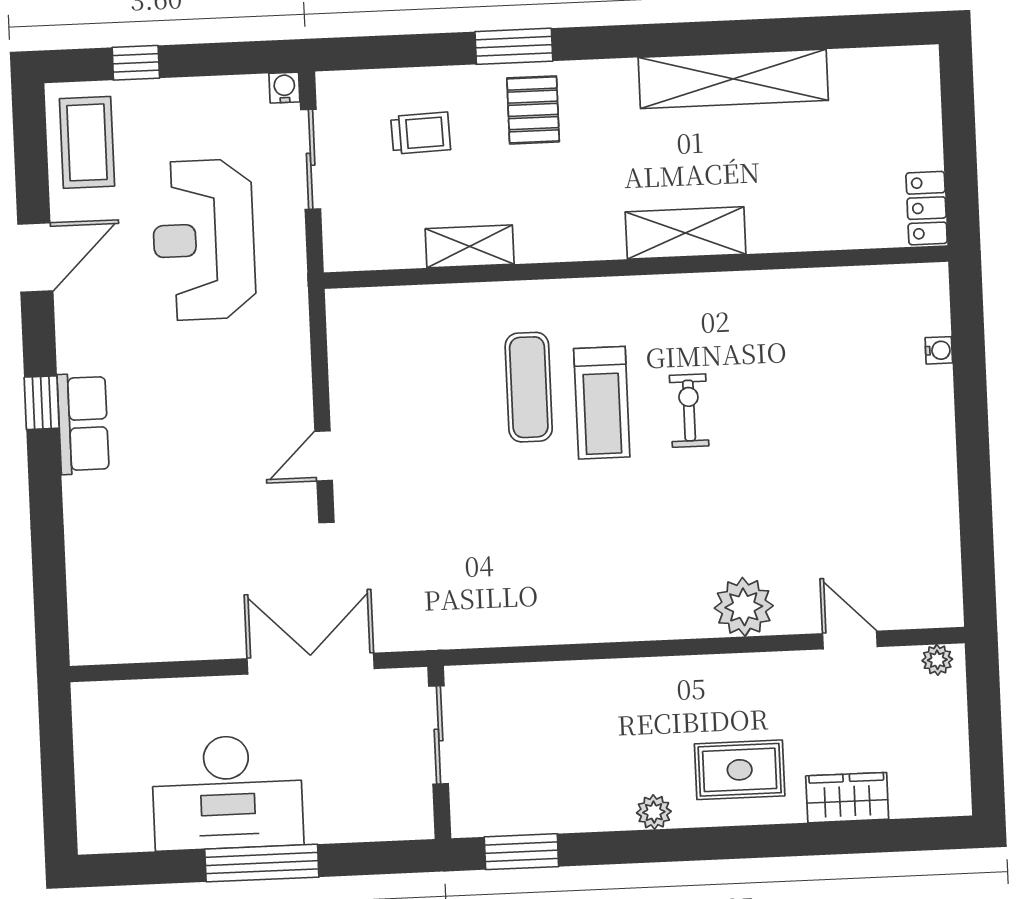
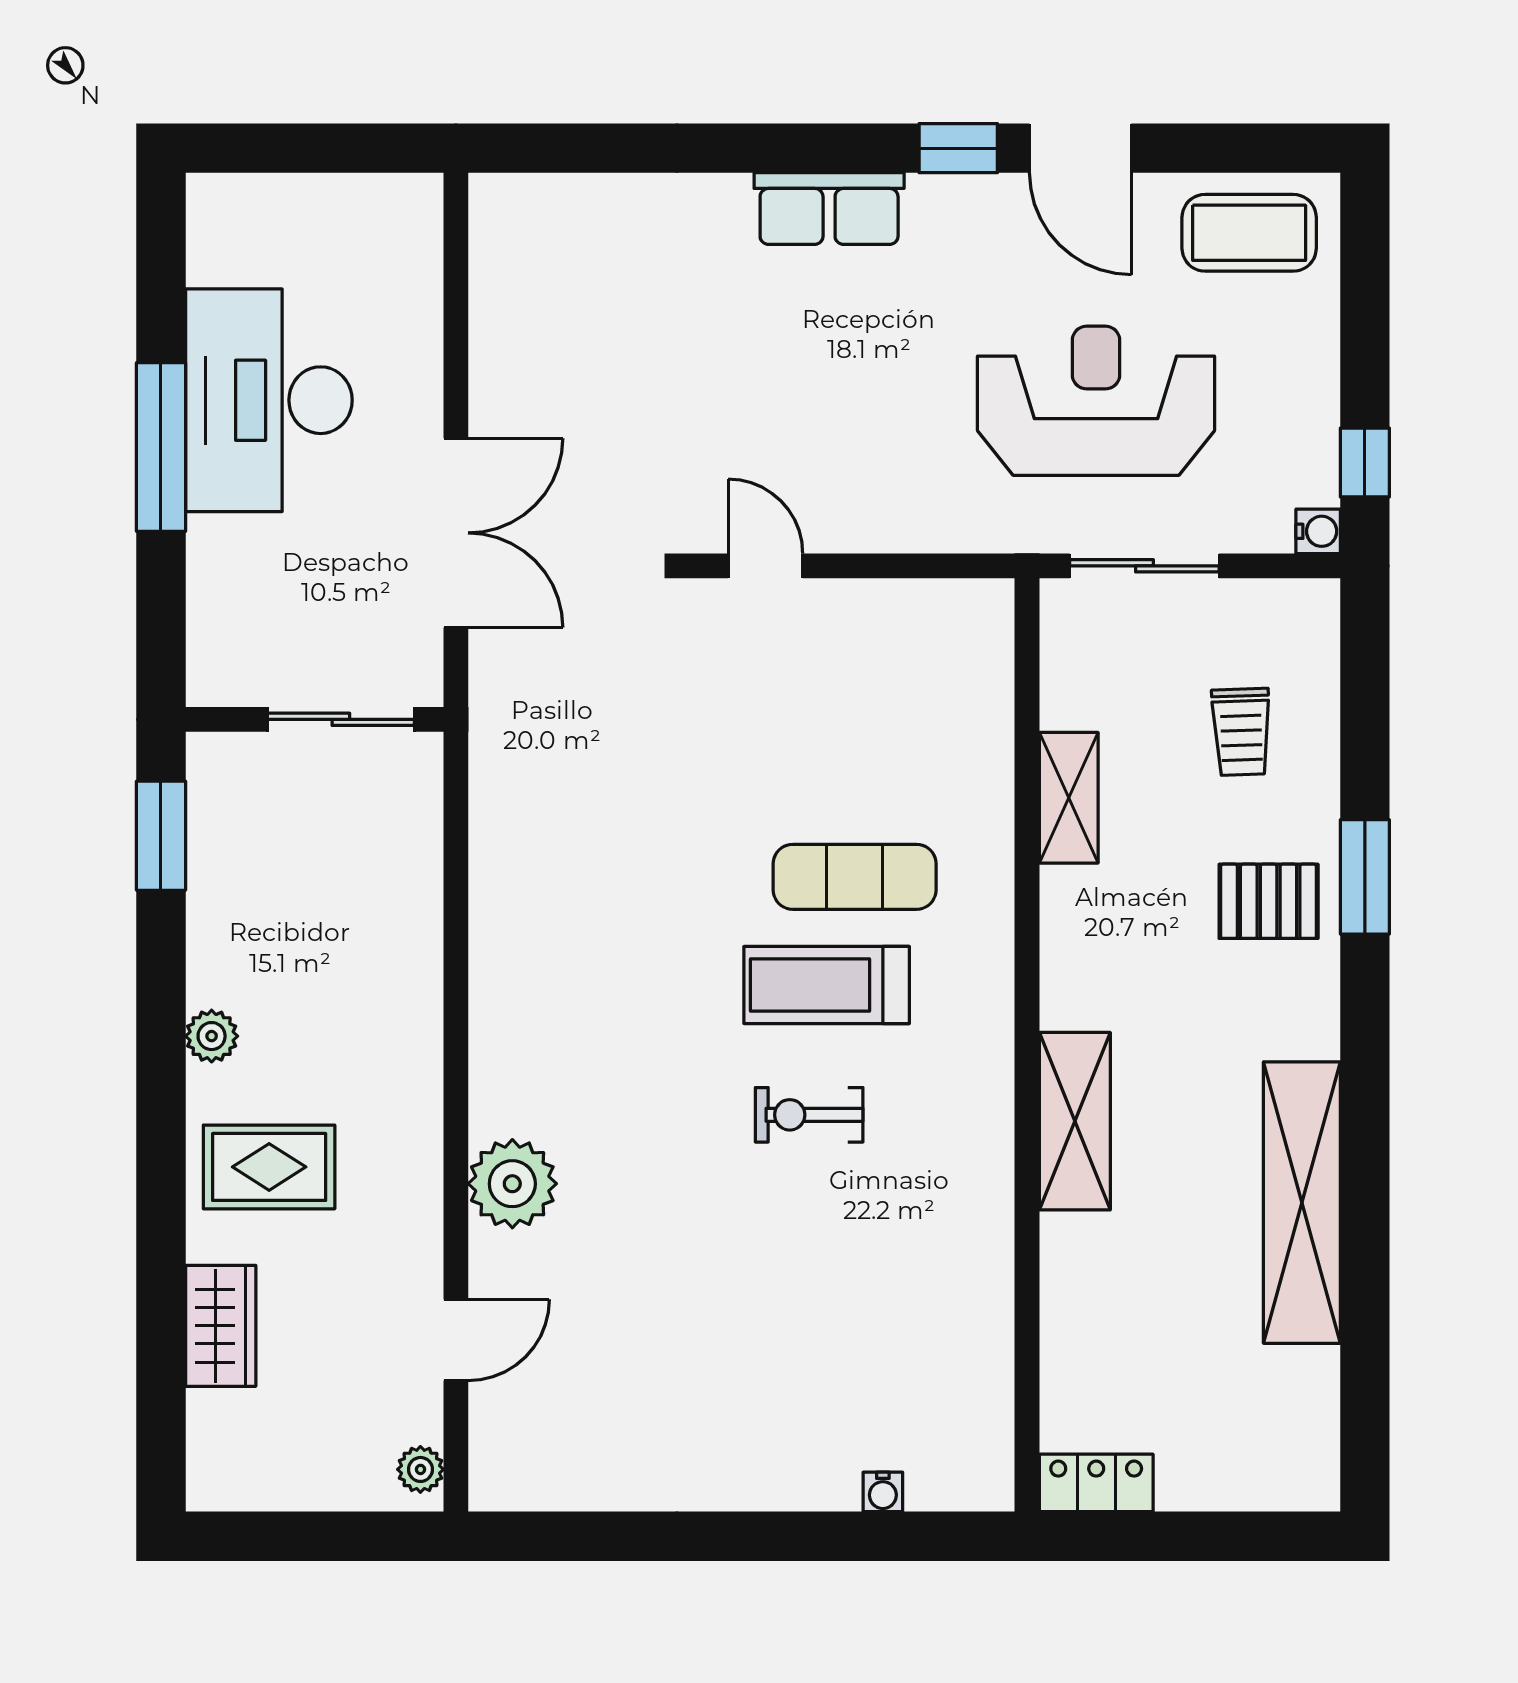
window: (136, 63) -> (1365, 462), moved
sliding door: (311, 159) -> (1144, 566), moved
window: (42, 403) -> (958, 148), moved
exercise bike: (689, 411) -> (809, 1115), turned 180
rug: (740, 770) -> (269, 1167), turned 90

